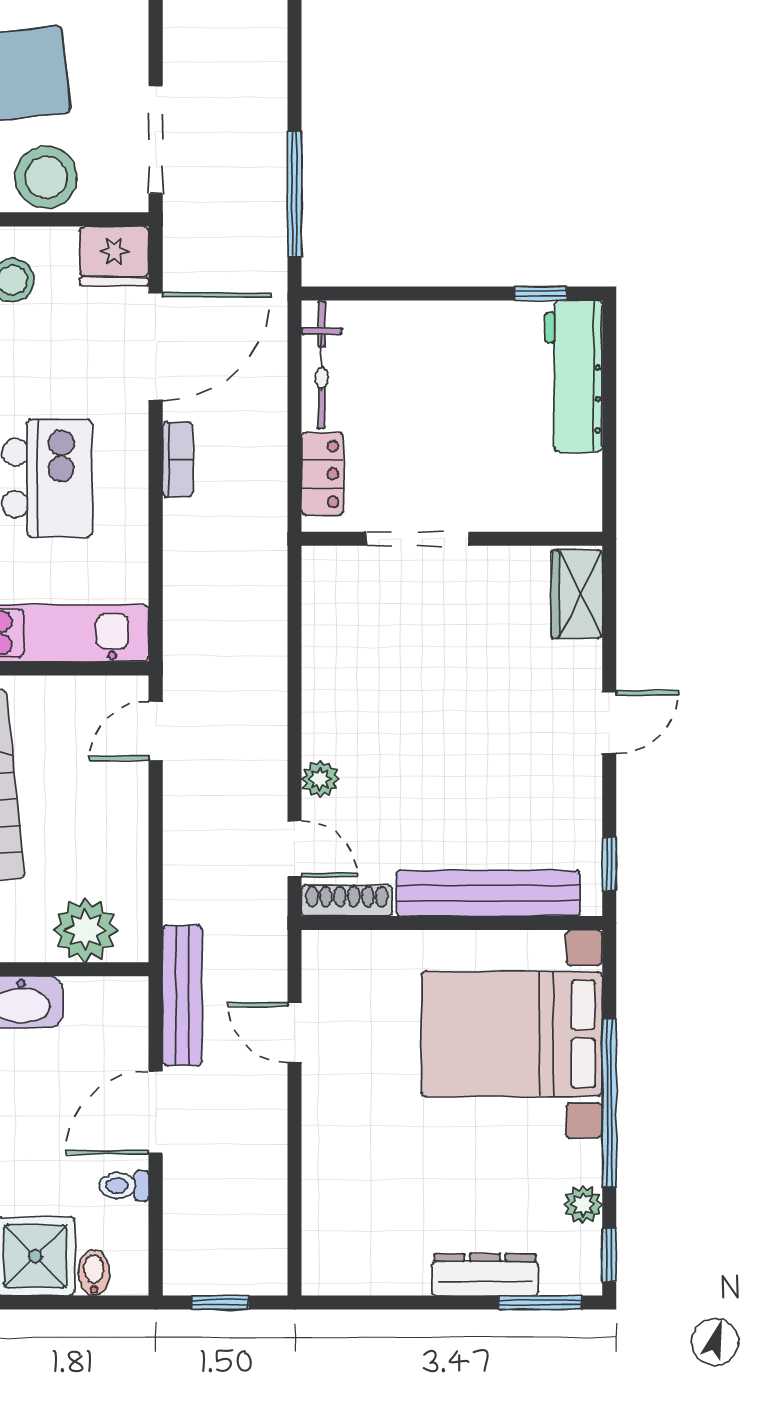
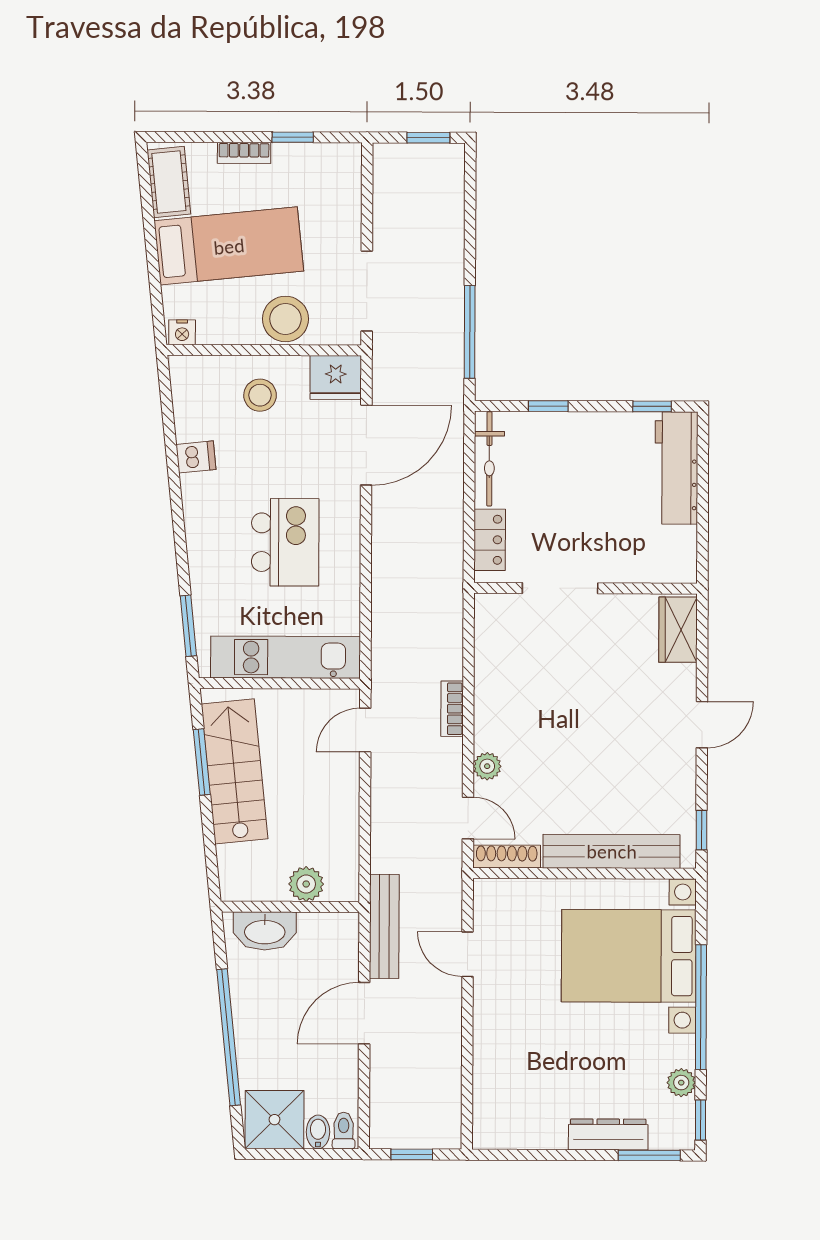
window: (401, 293) -> (548, 406), added
bookcase: (178, 459) -> (452, 709), moved, turned 180
plant: (85, 930) -> (306, 884), width x0.73, depth x0.73
toilet: (124, 1186) -> (344, 1131), moved, turned 90

